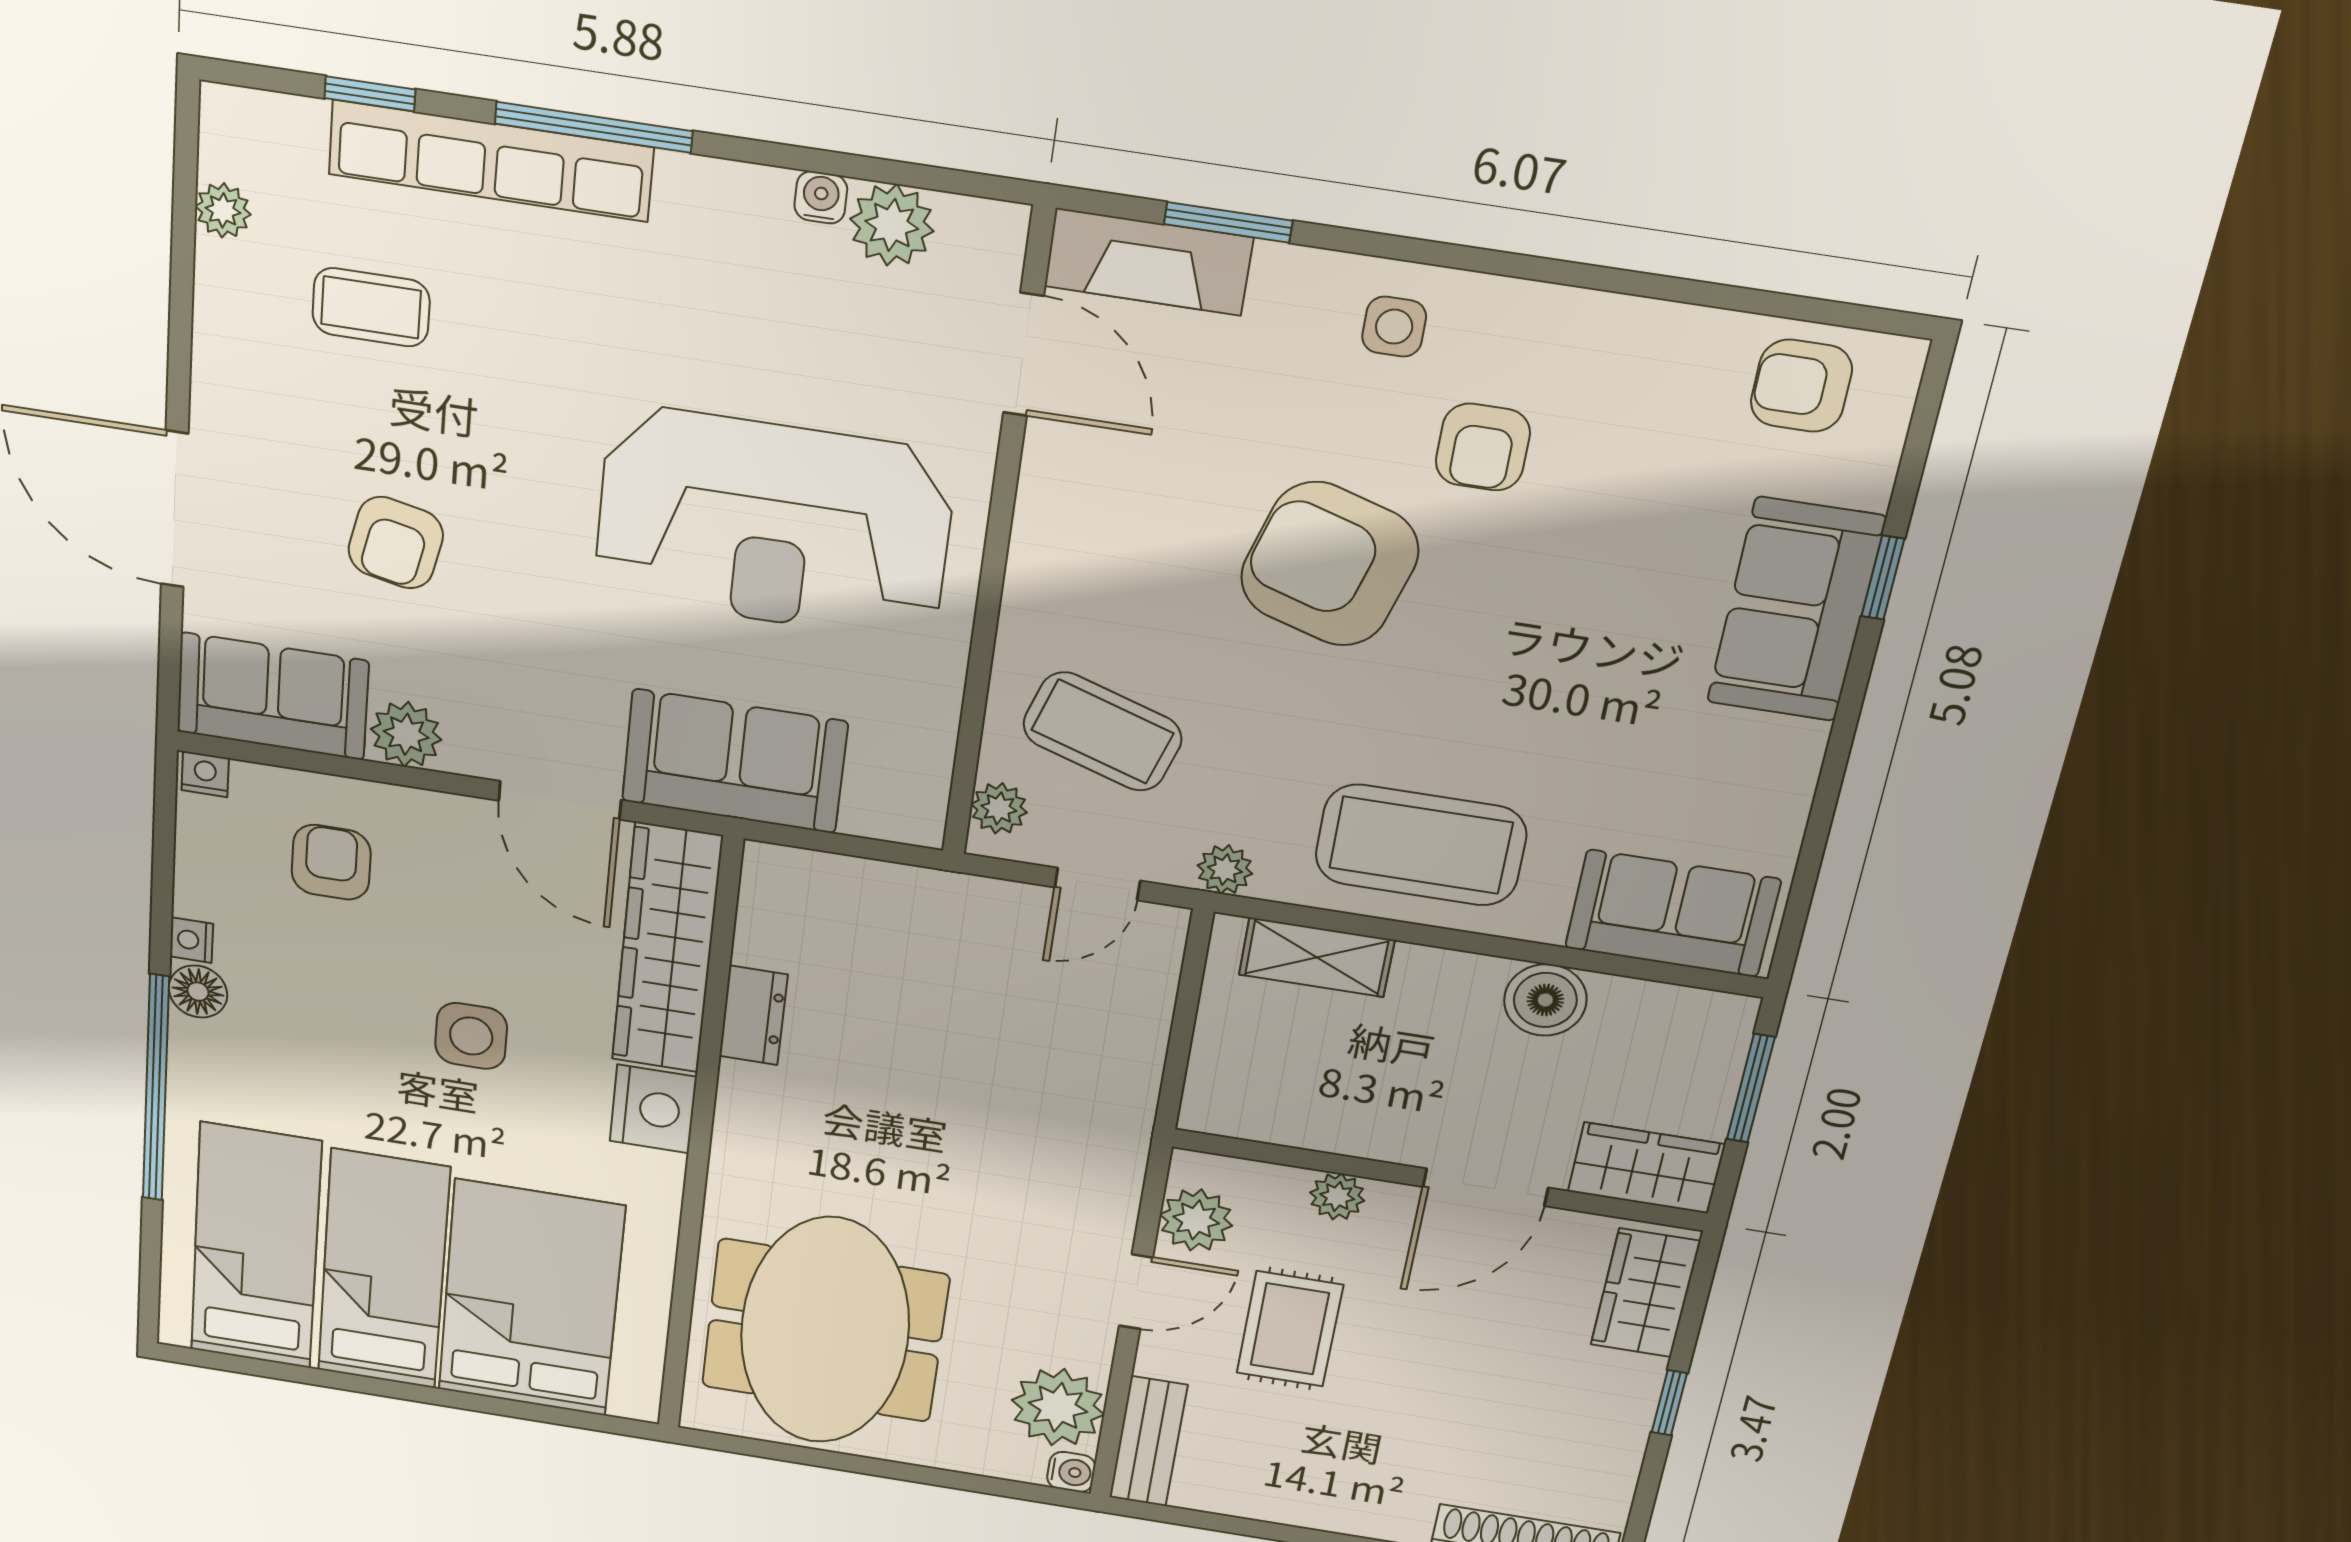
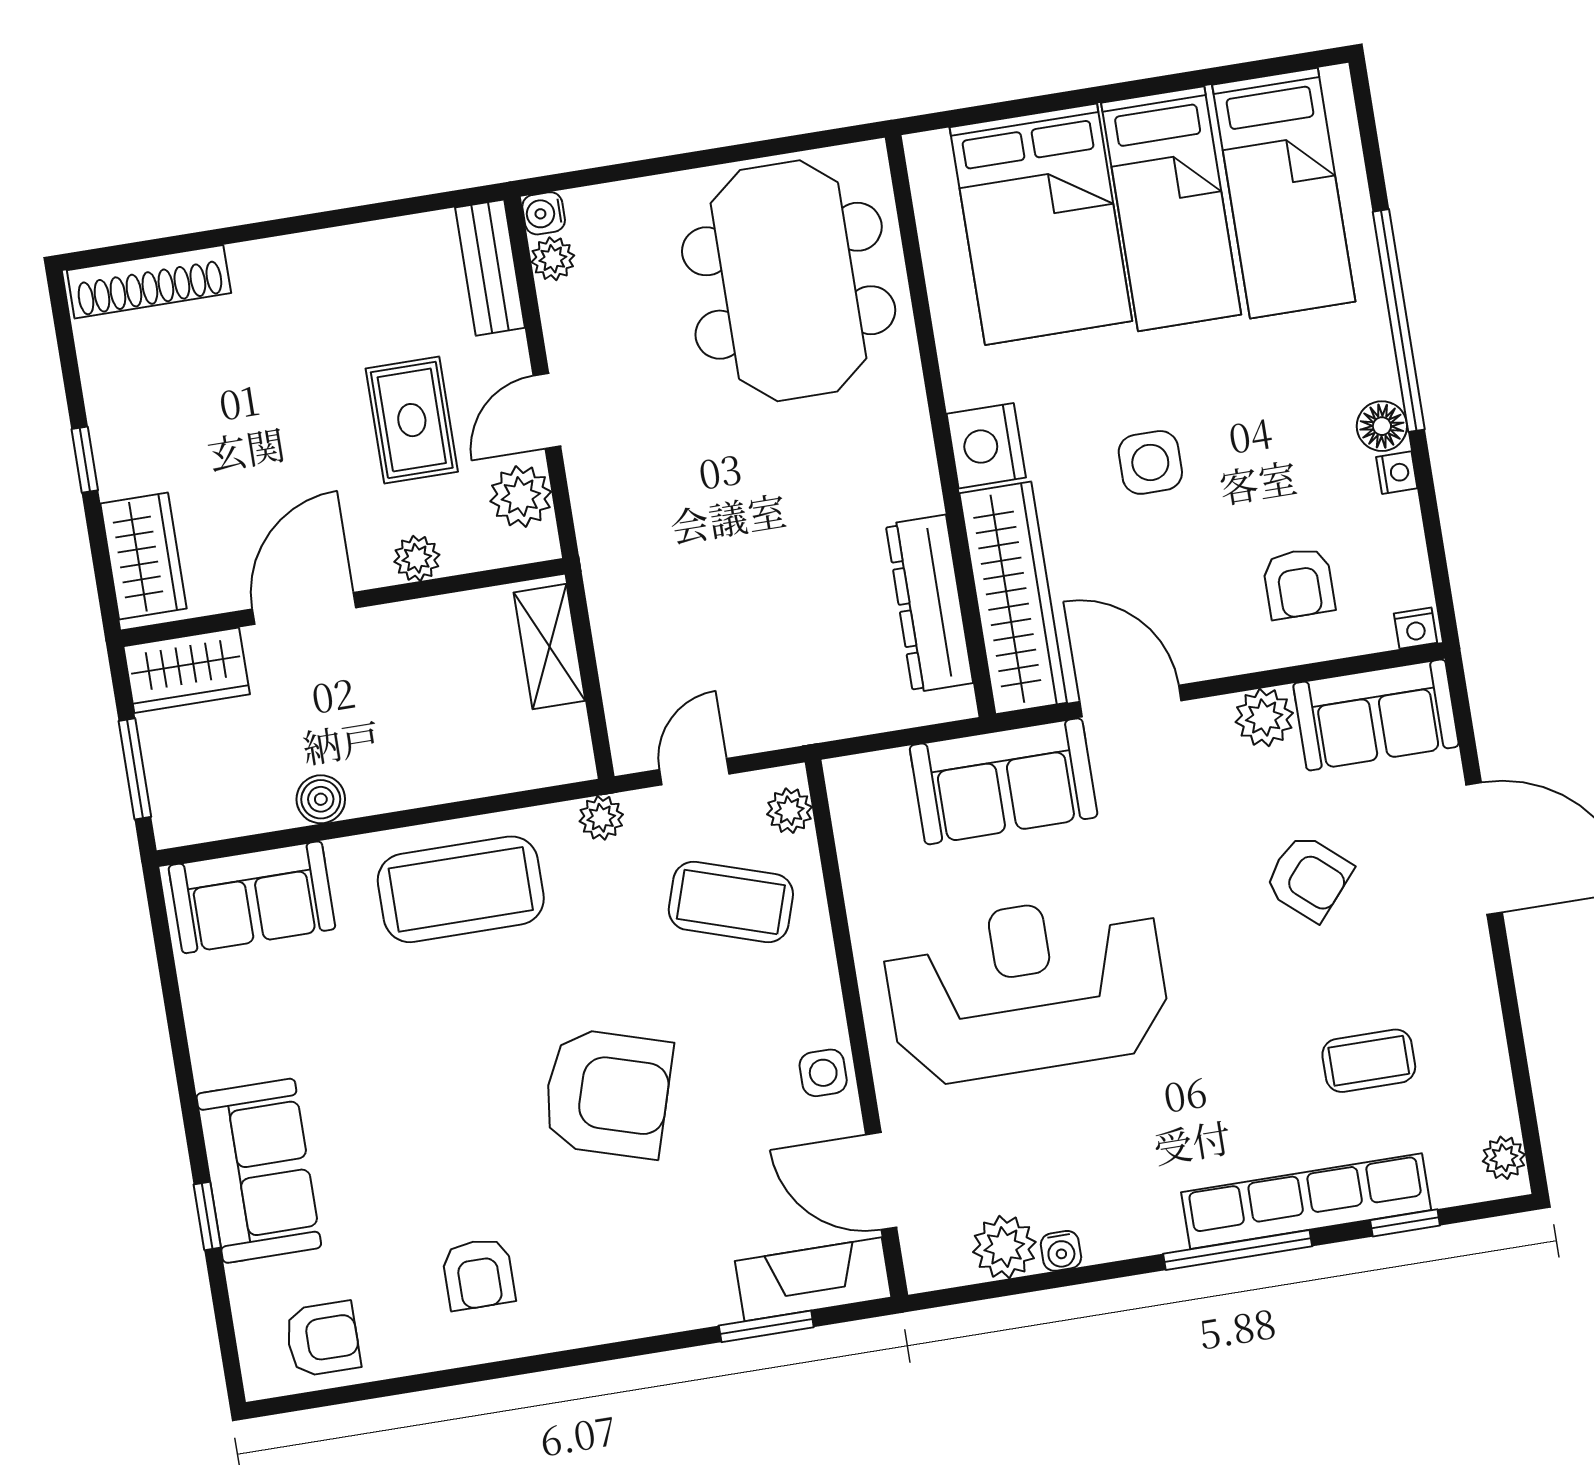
plant: (223, 210) -> (1504, 1158), moved
side table: (1394, 327) -> (823, 1073), moved
armchair: (1483, 447) -> (478, 1274), moved, turned 180
armchair: (396, 543) -> (1308, 878), turned 119
shelving: (1317, 957) -> (550, 647), moved, turned 90
boiler: (1545, 1000) -> (321, 799), width x0.73, depth x0.73
dresser: (753, 1015) -> (929, 604), width x1.96, depth x1.24
plant: (1058, 1407) -> (553, 259), width x0.53, depth x0.53

